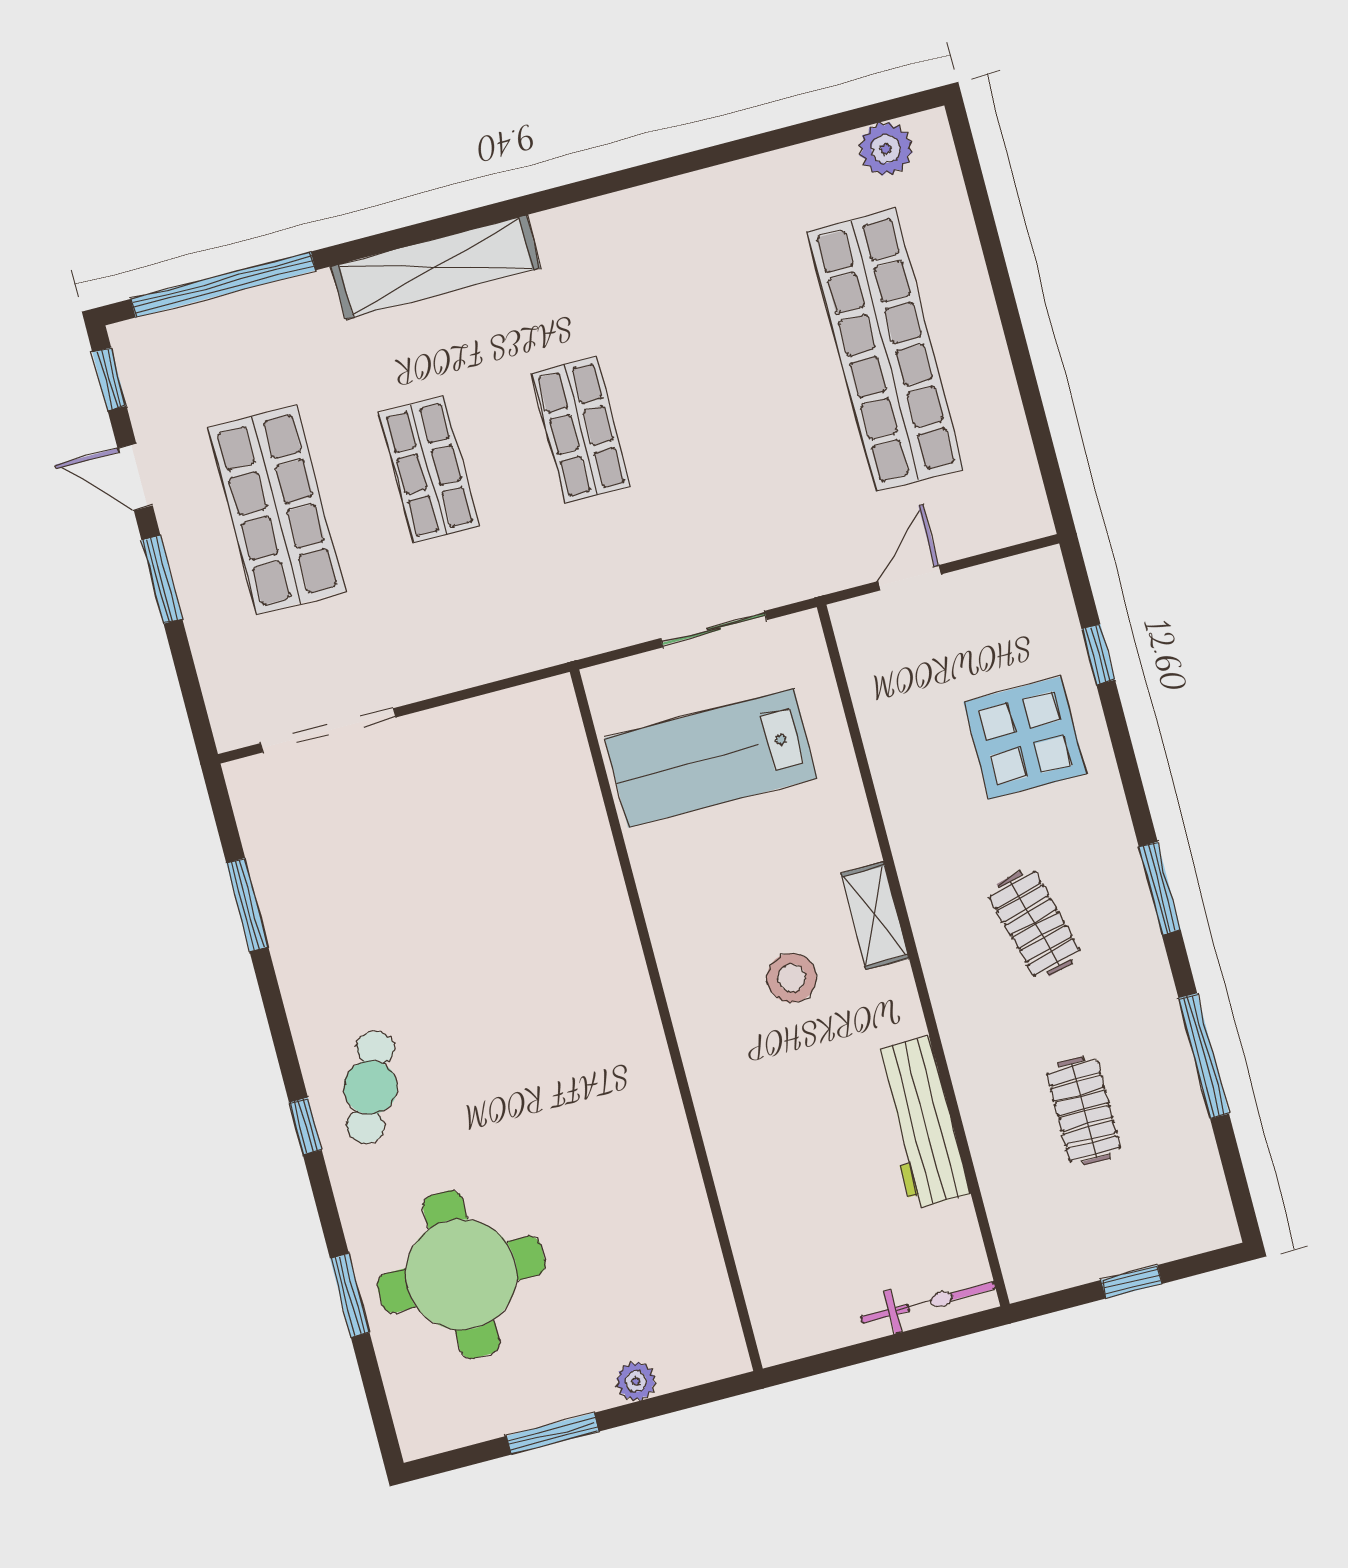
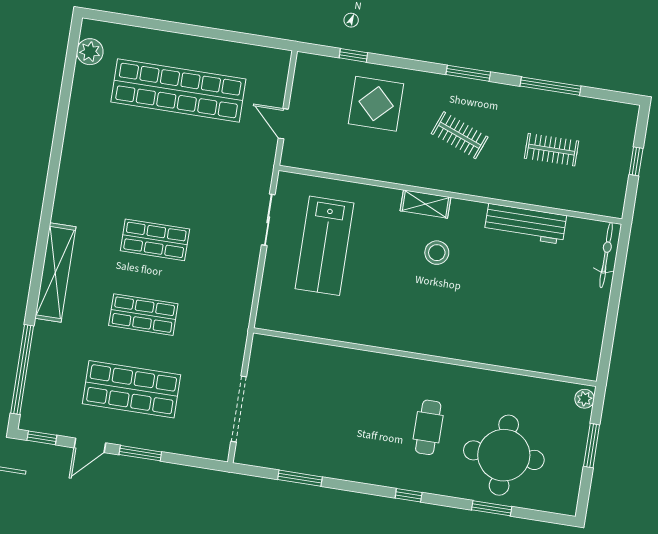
clothes rail: (1034, 924) -> (460, 135), turned 36
wall: (666, 1020) -> (425, 357), moved
cafe table: (371, 1087) -> (428, 427), moved, turned 68

